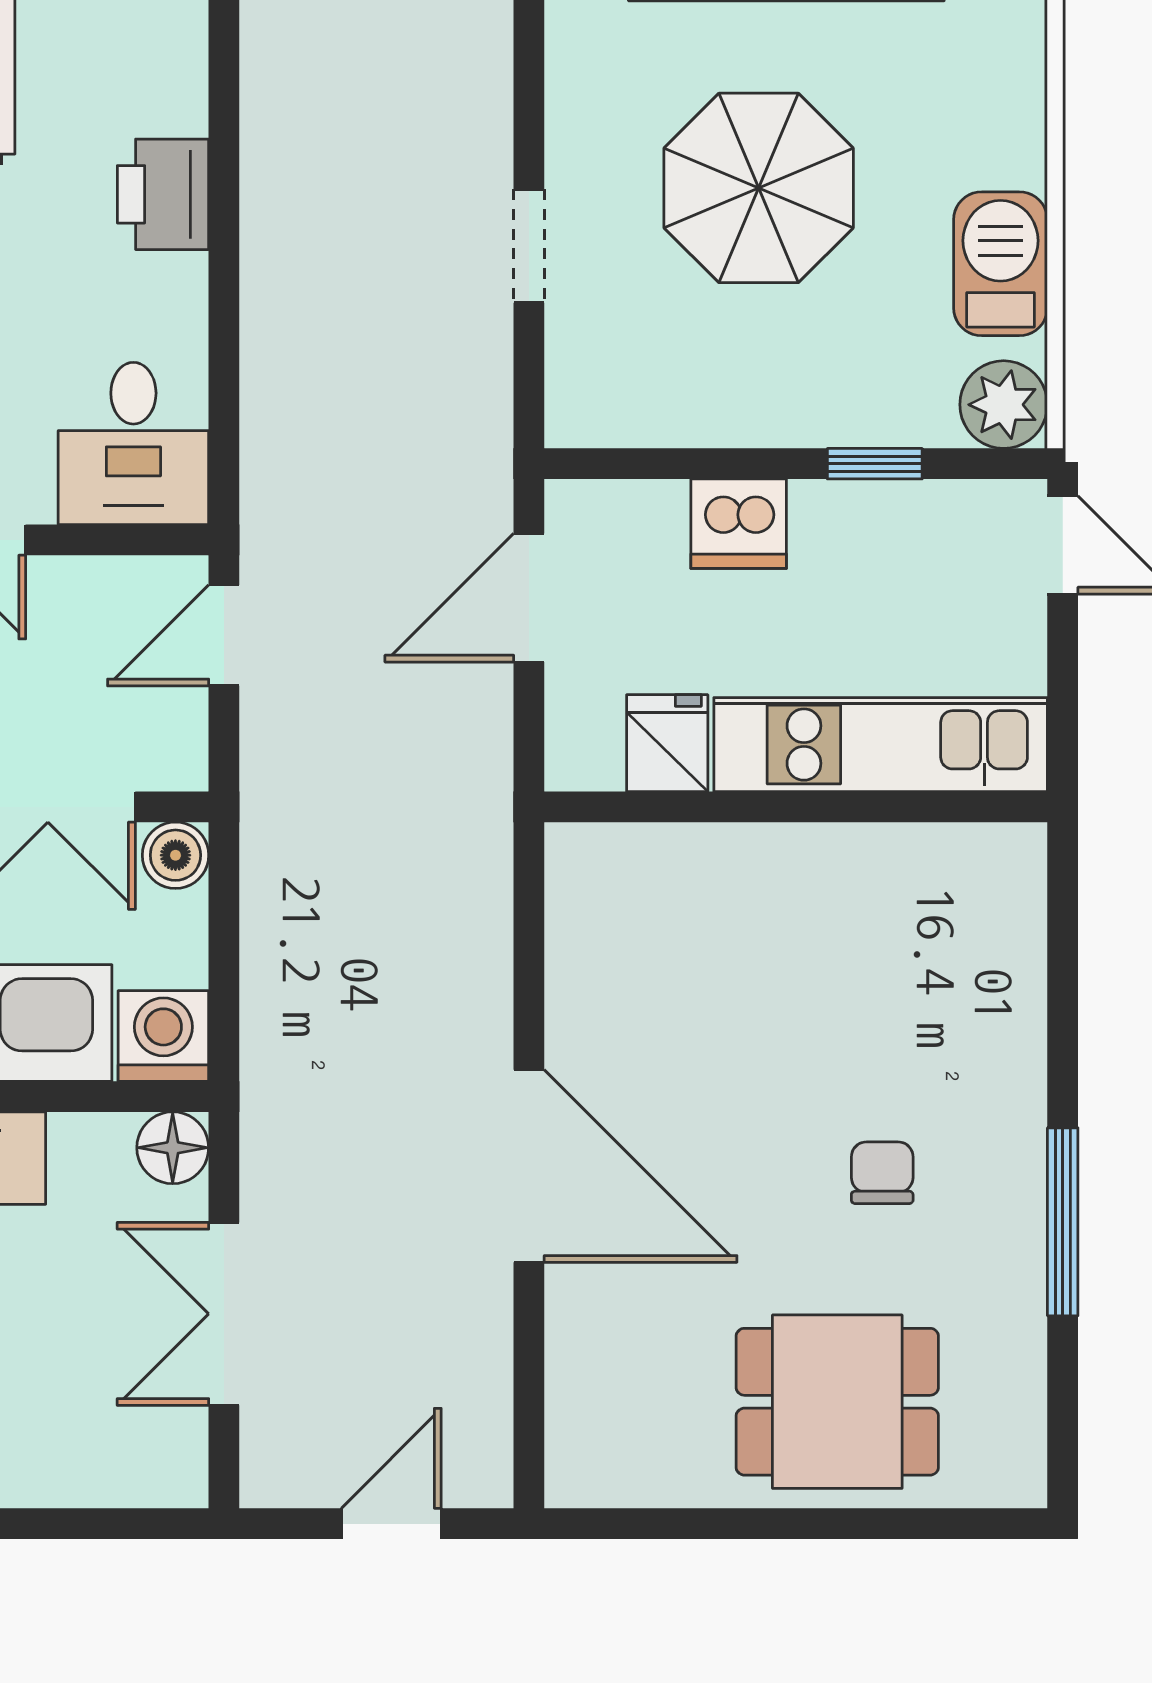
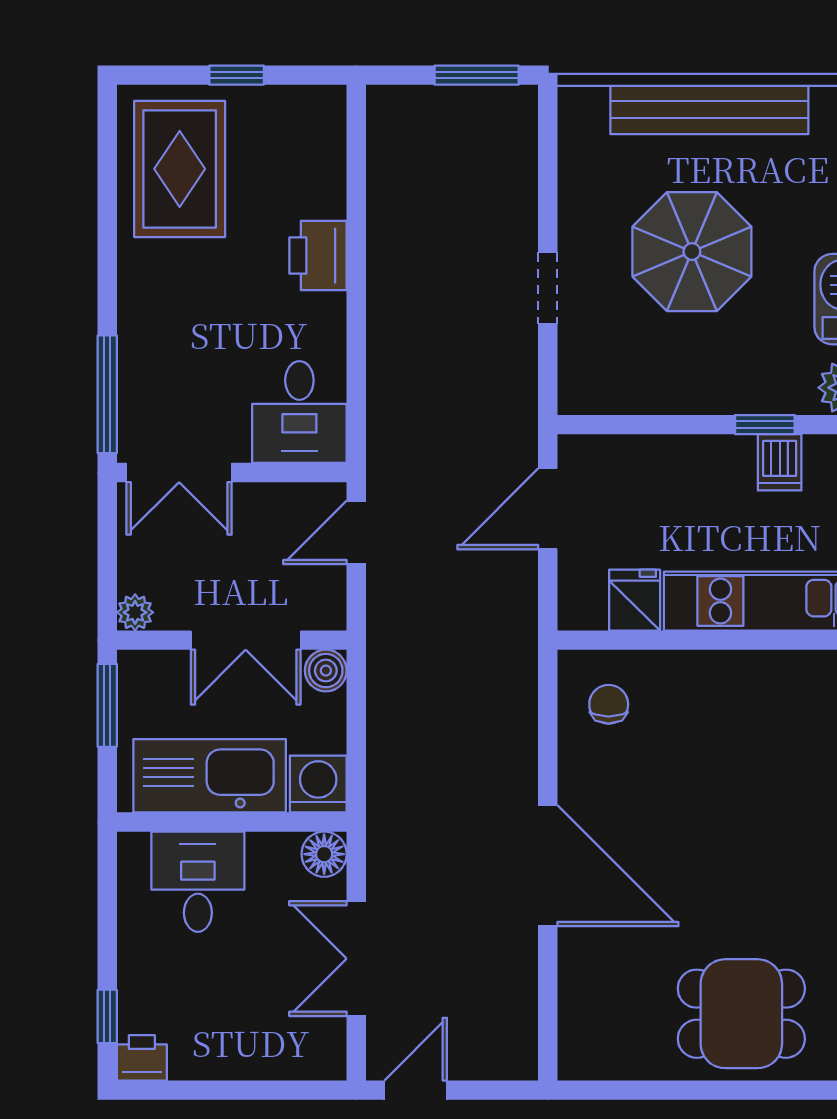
dishwasher: (739, 524) -> (780, 462), moved, width x0.73
chair: (882, 1173) -> (609, 704), moved
door: (391, 1524) -> (416, 1090), moved

